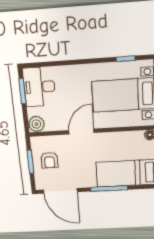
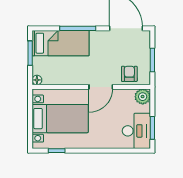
armchair: (49, 160) -> (129, 74), moved

